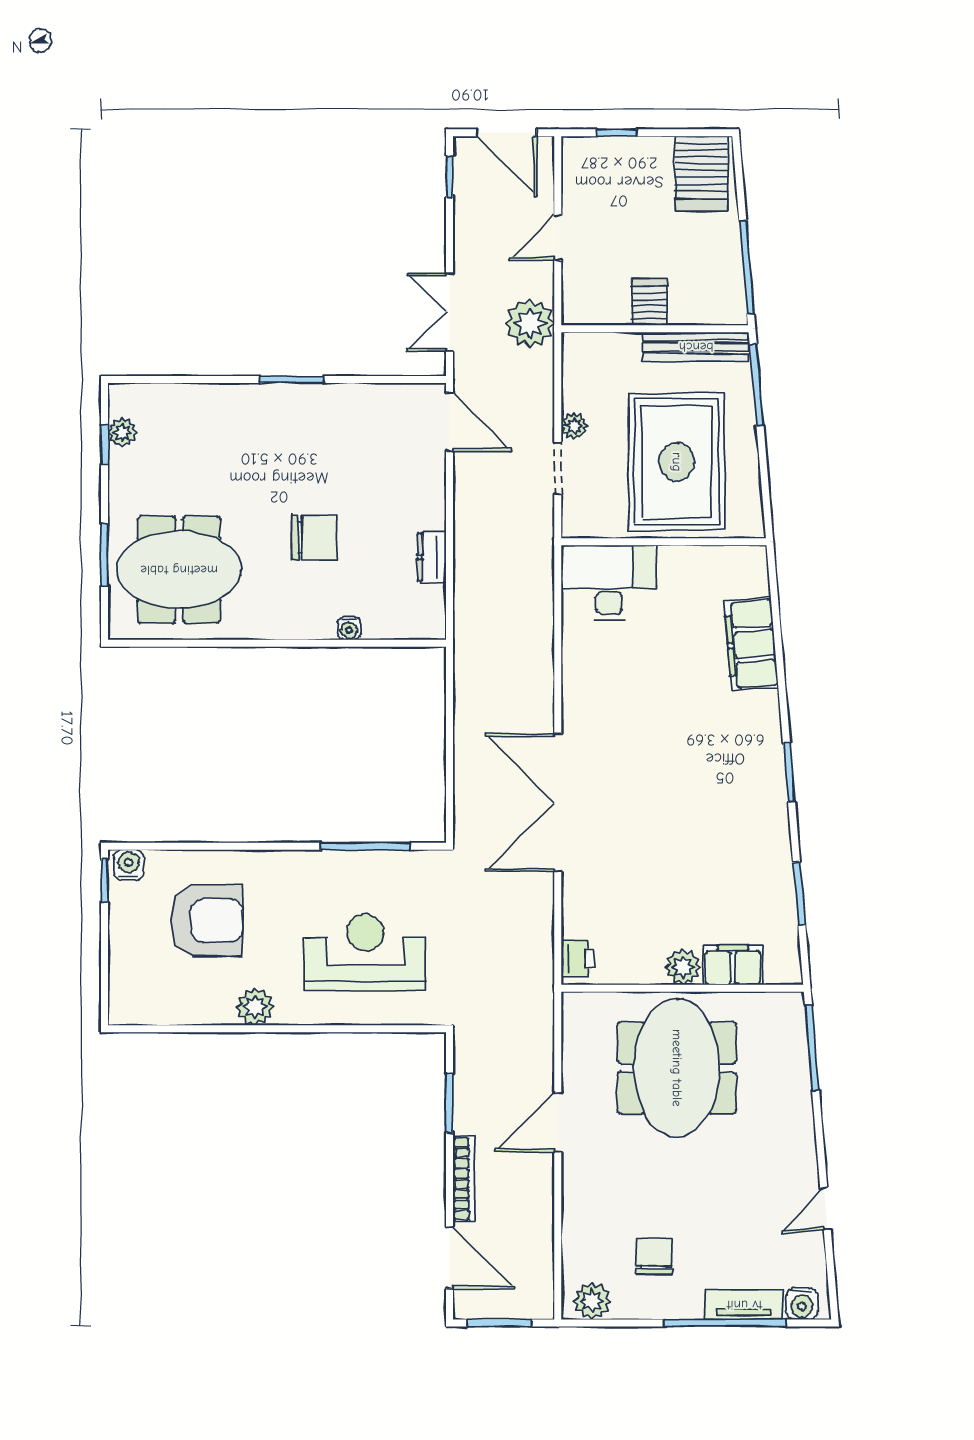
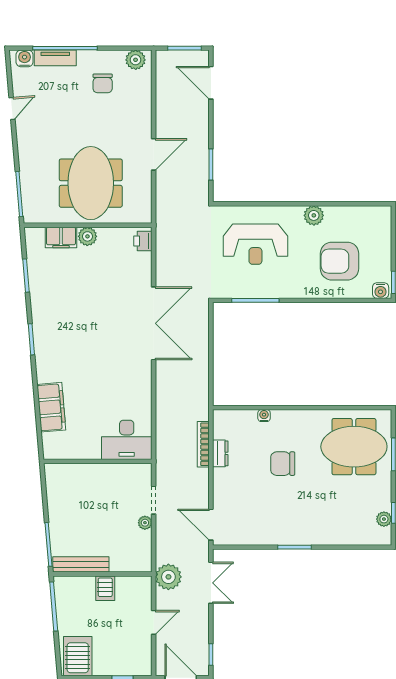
rug: (677, 462) -> (91, 504), removed
bookcase: (464, 1179) -> (203, 444), moved

